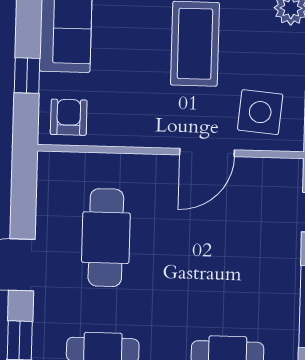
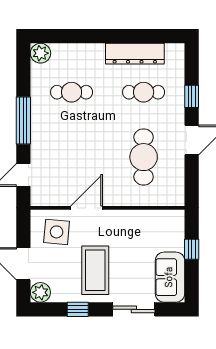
armchair: (69, 117) -> (167, 226), removed

